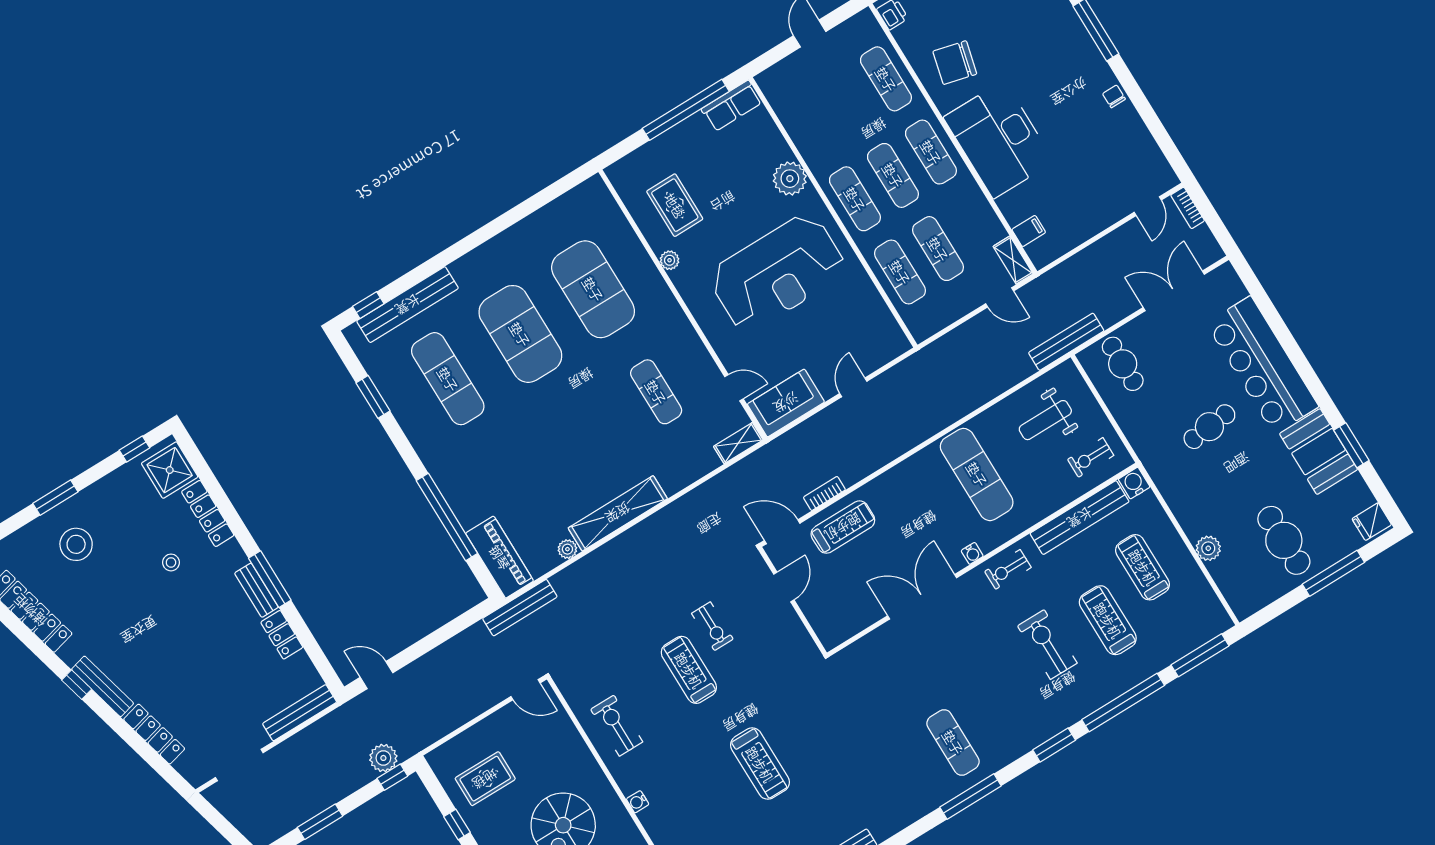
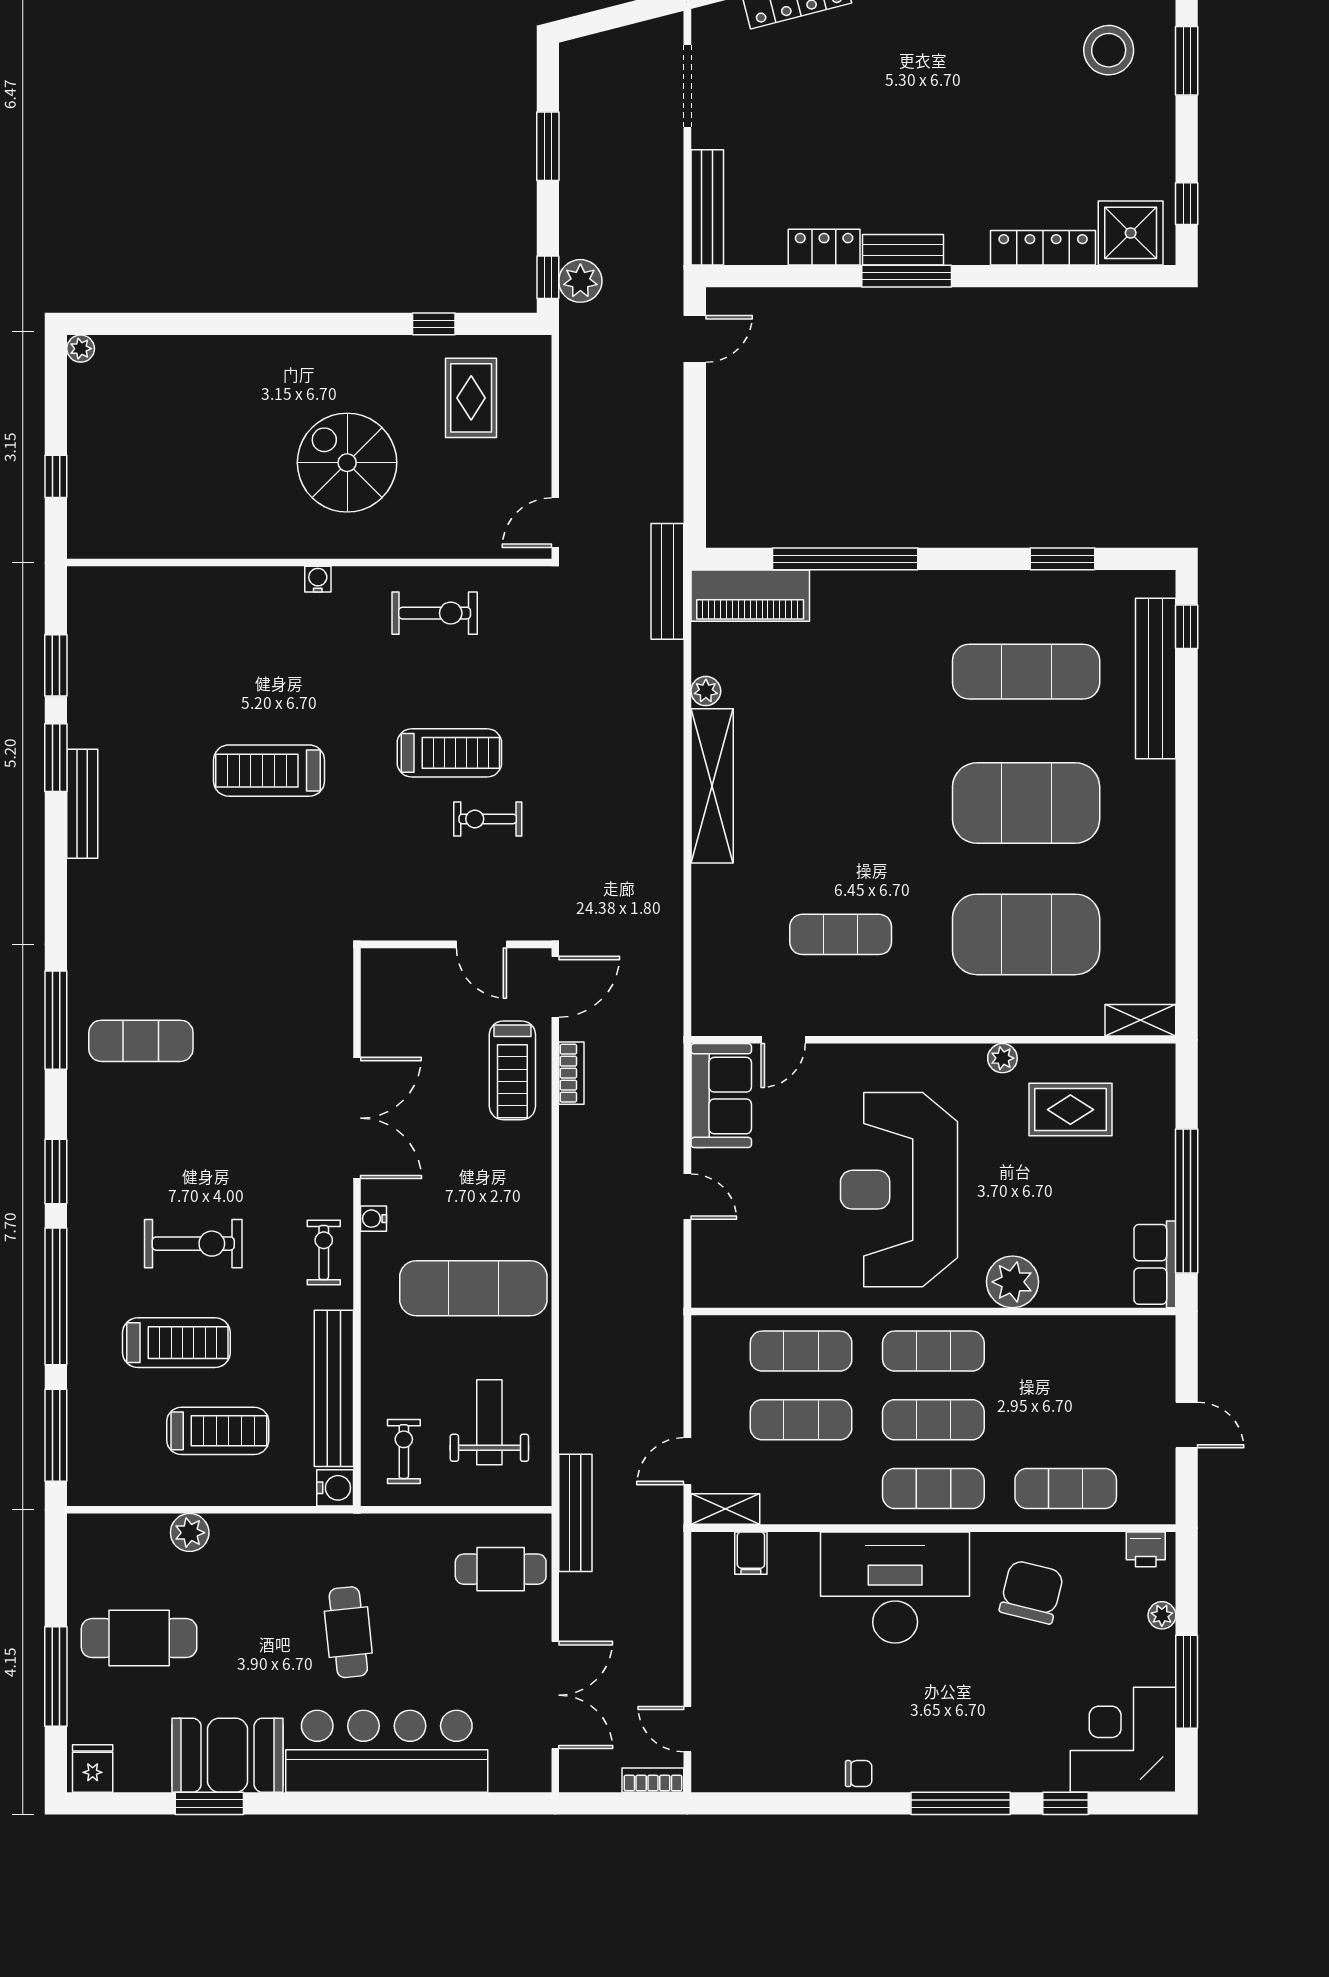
shelving: (738, 443) -> (1140, 1020), moved, turned 90
stool: (171, 562) -> (1008, 160), removed

